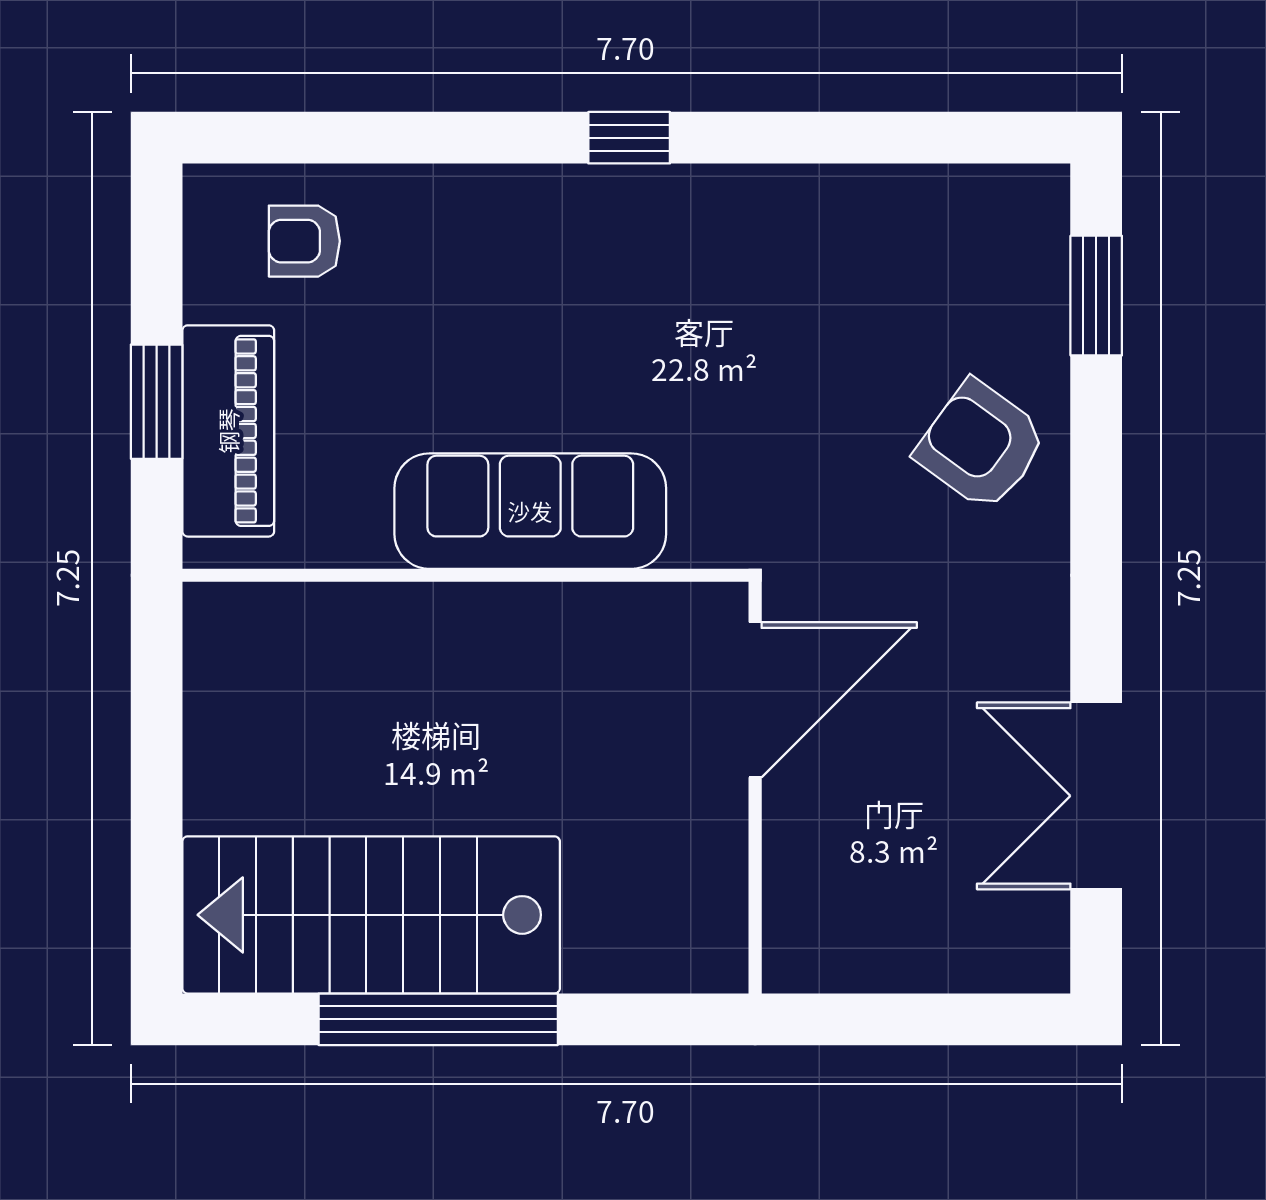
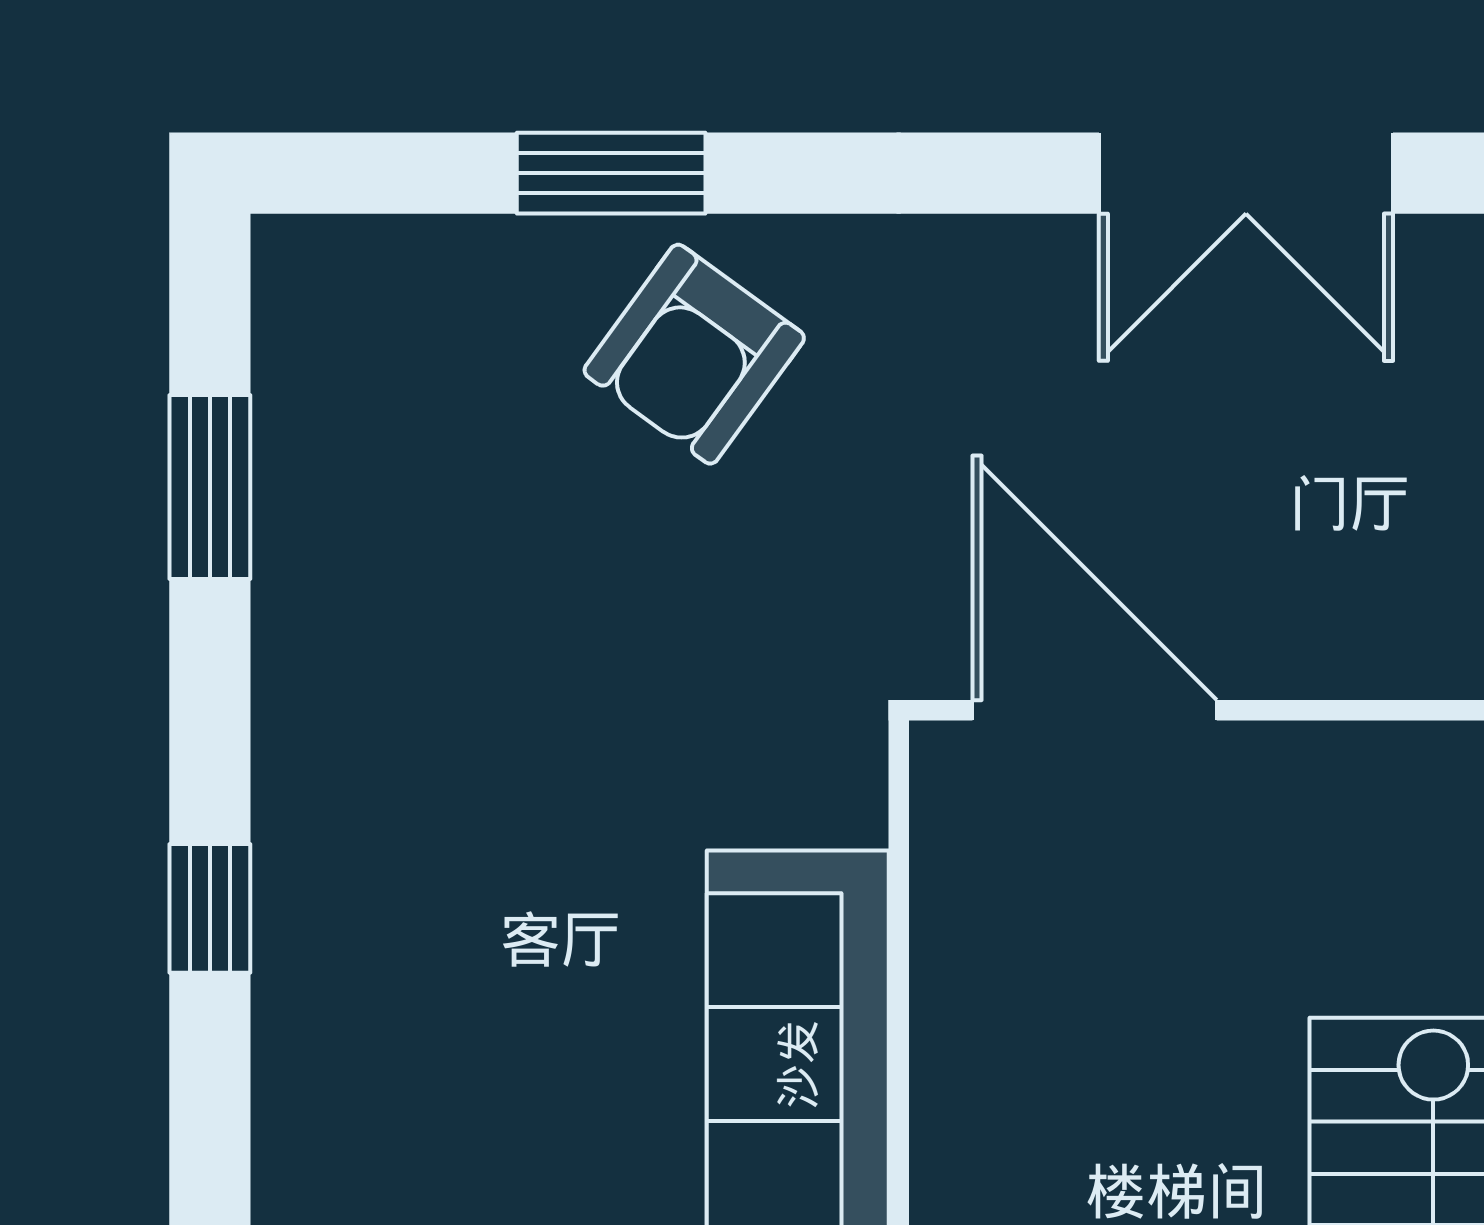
window: (897, 138) -> (210, 487), added
window: (1096, 296) -> (611, 173), moved

